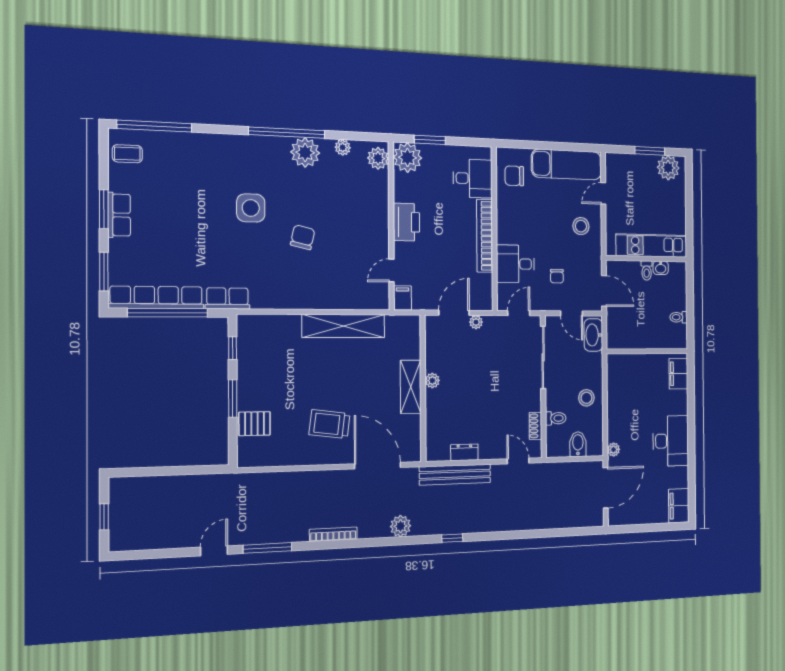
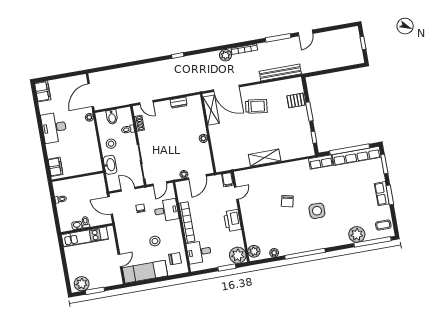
plant: (305, 152) -> (357, 234), moved
stool: (581, 226) -> (155, 241), moved
shelving: (344, 326) -> (265, 158), width x0.68
washbasin: (593, 335) -> (110, 165), moved
shelving: (411, 387) -> (211, 110), moved
bench: (455, 475) -> (280, 73), moved
plant: (401, 526) -> (226, 55), moved

